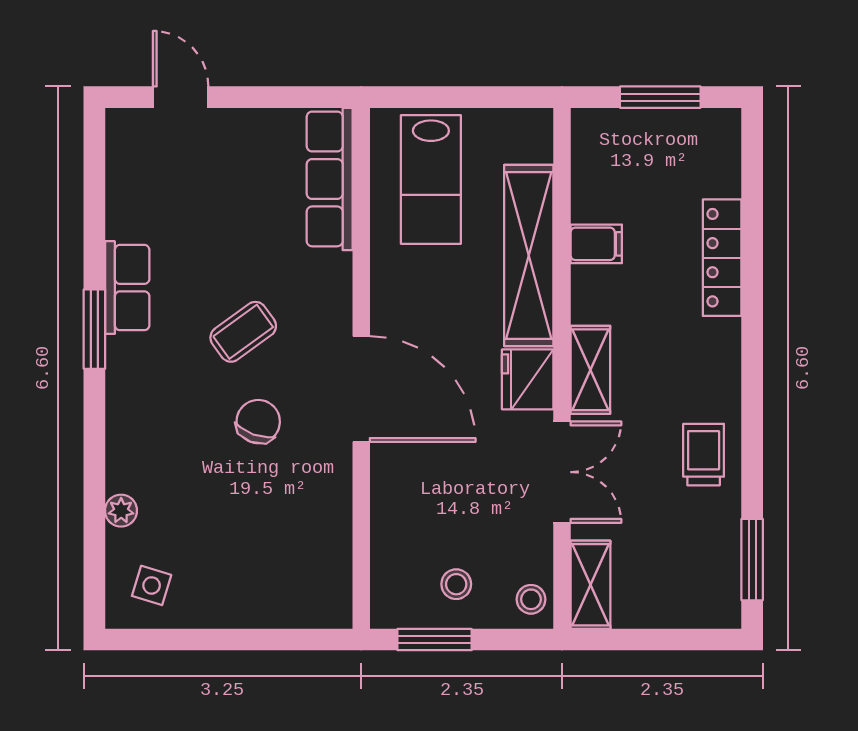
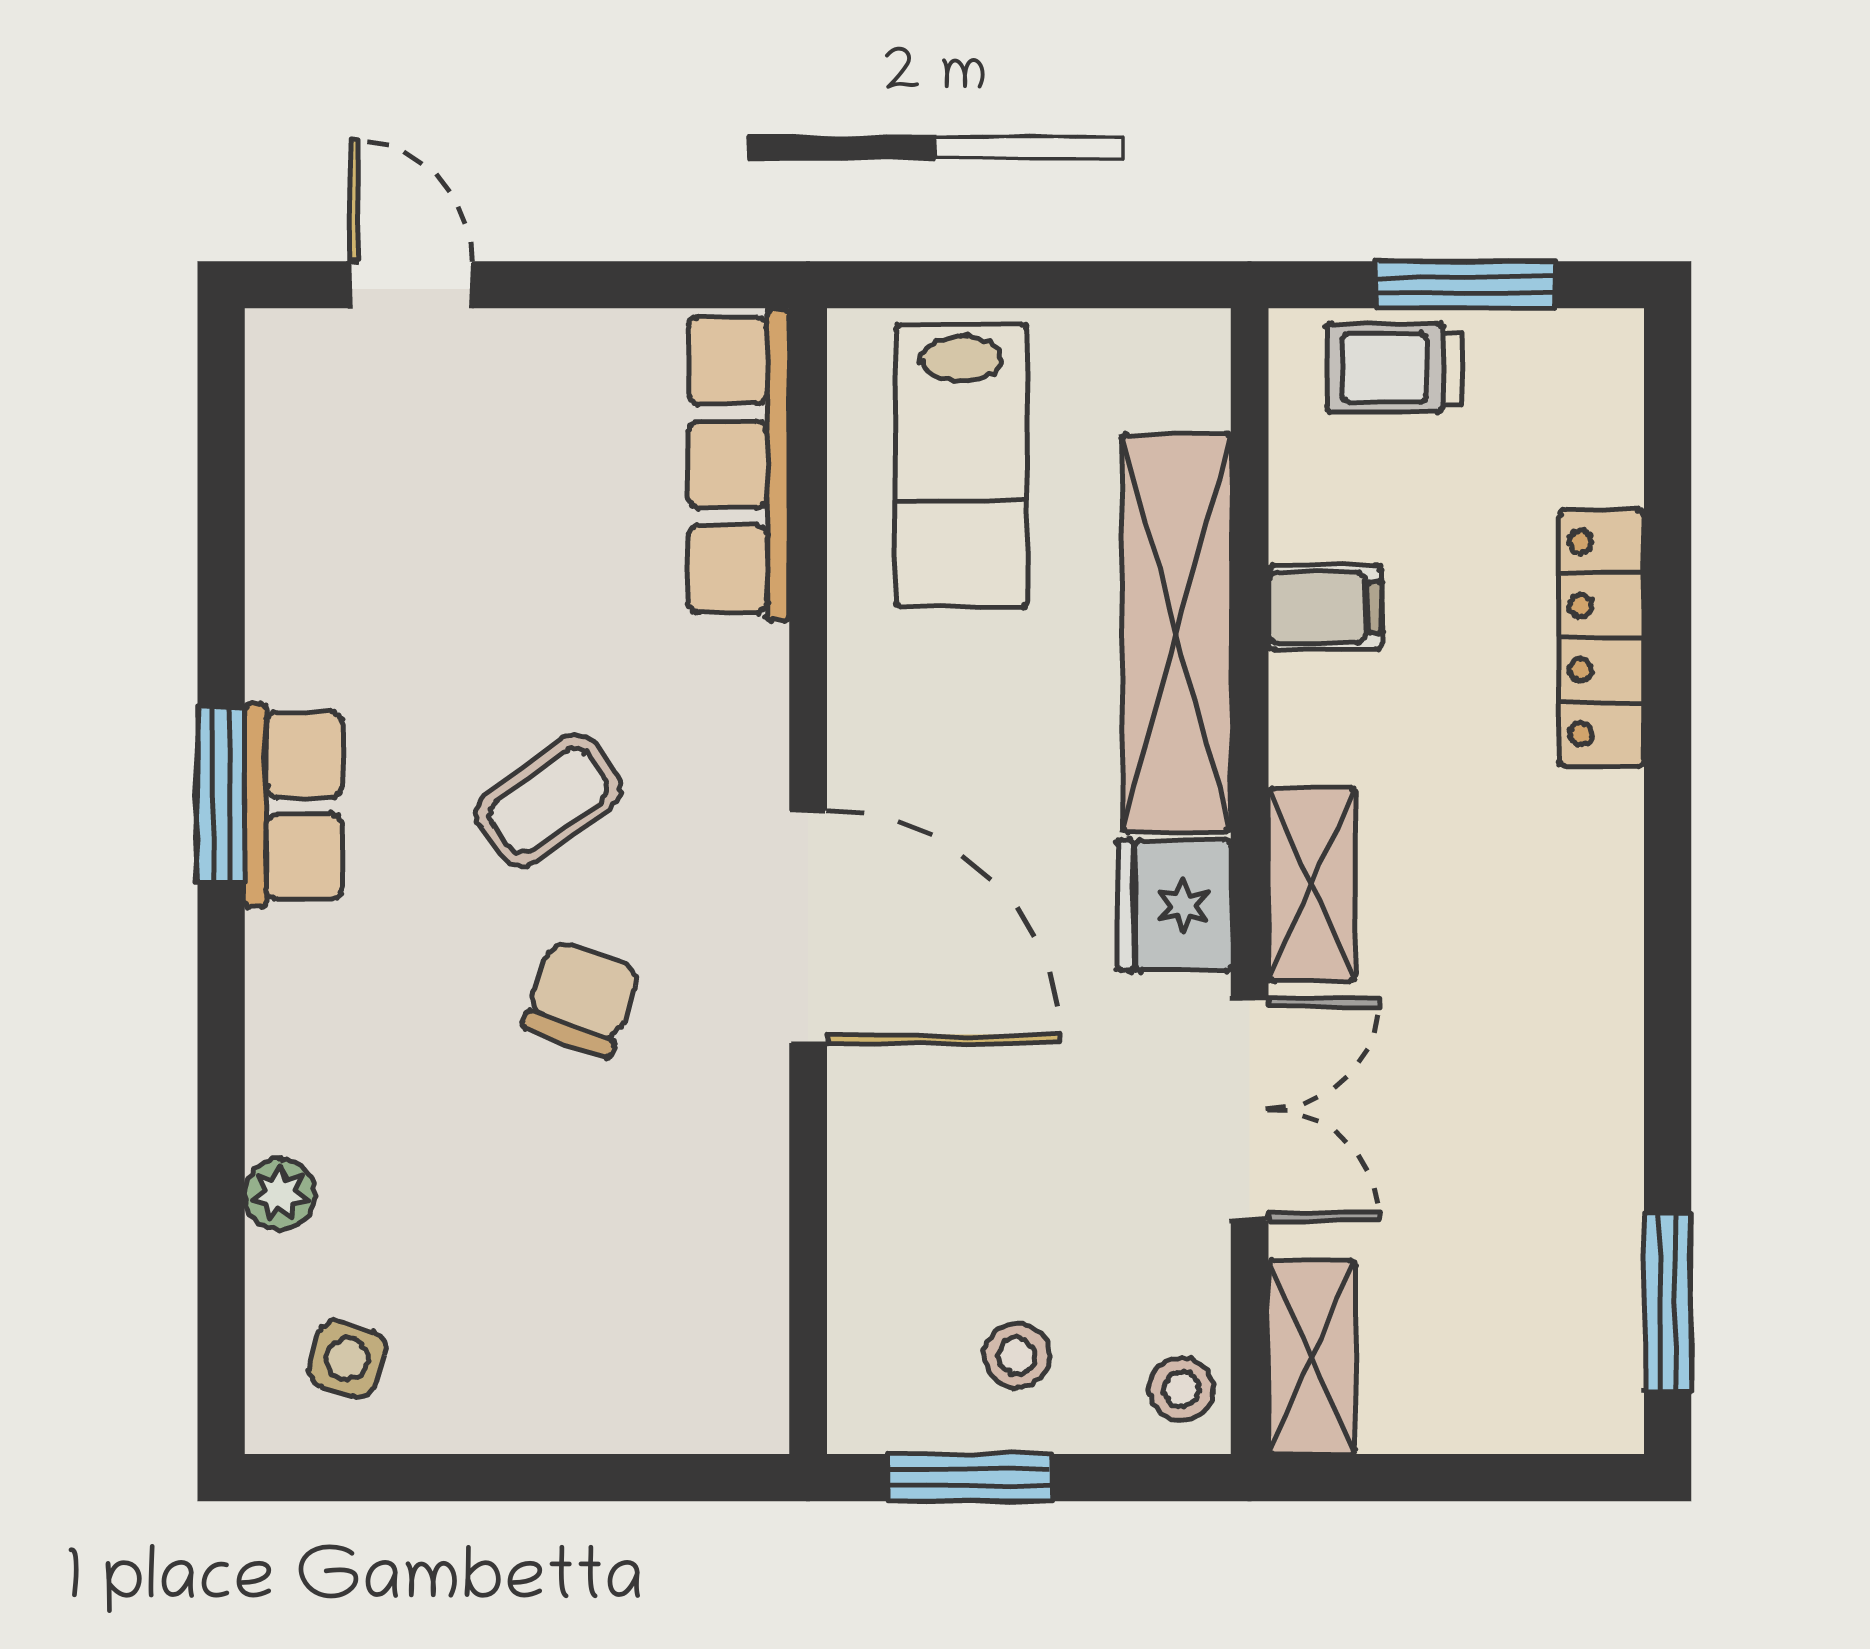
row of seats: (127, 288) -> (293, 806), moved
trolley: (704, 455) -> (1394, 368), moved, turned -90

